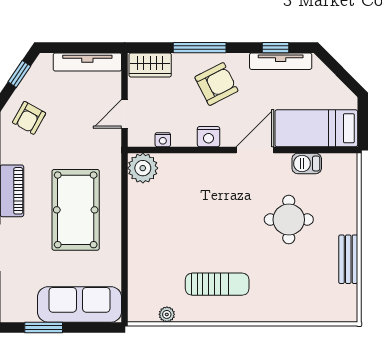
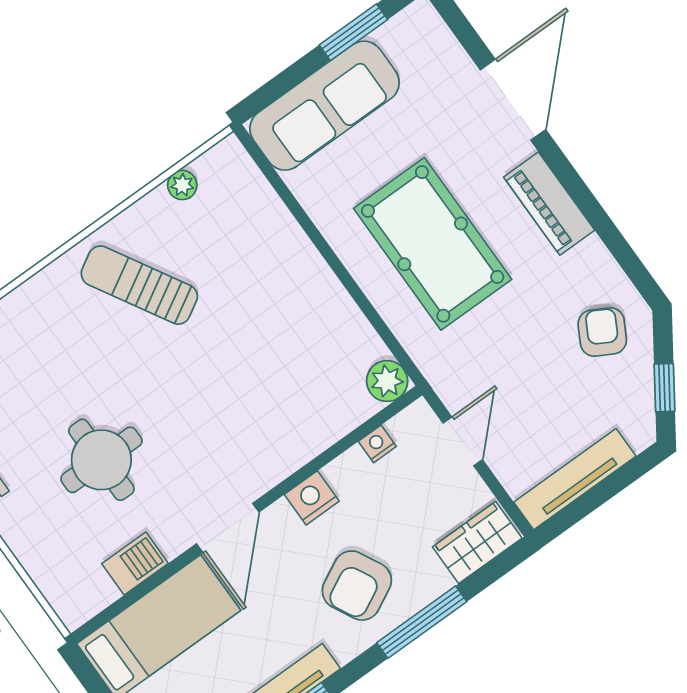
plant: (143, 168) -> (387, 381), width x0.73, depth x0.73
sun lounger: (217, 284) -> (139, 285), turned 60

